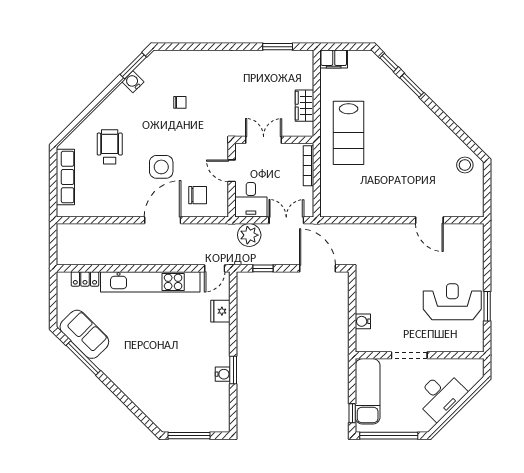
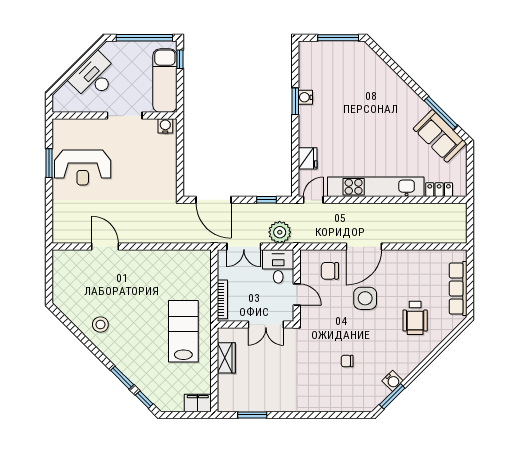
stool: (465, 165) -> (100, 324), moved
water cooler: (363, 321) -> (165, 126), moved, turned -90

